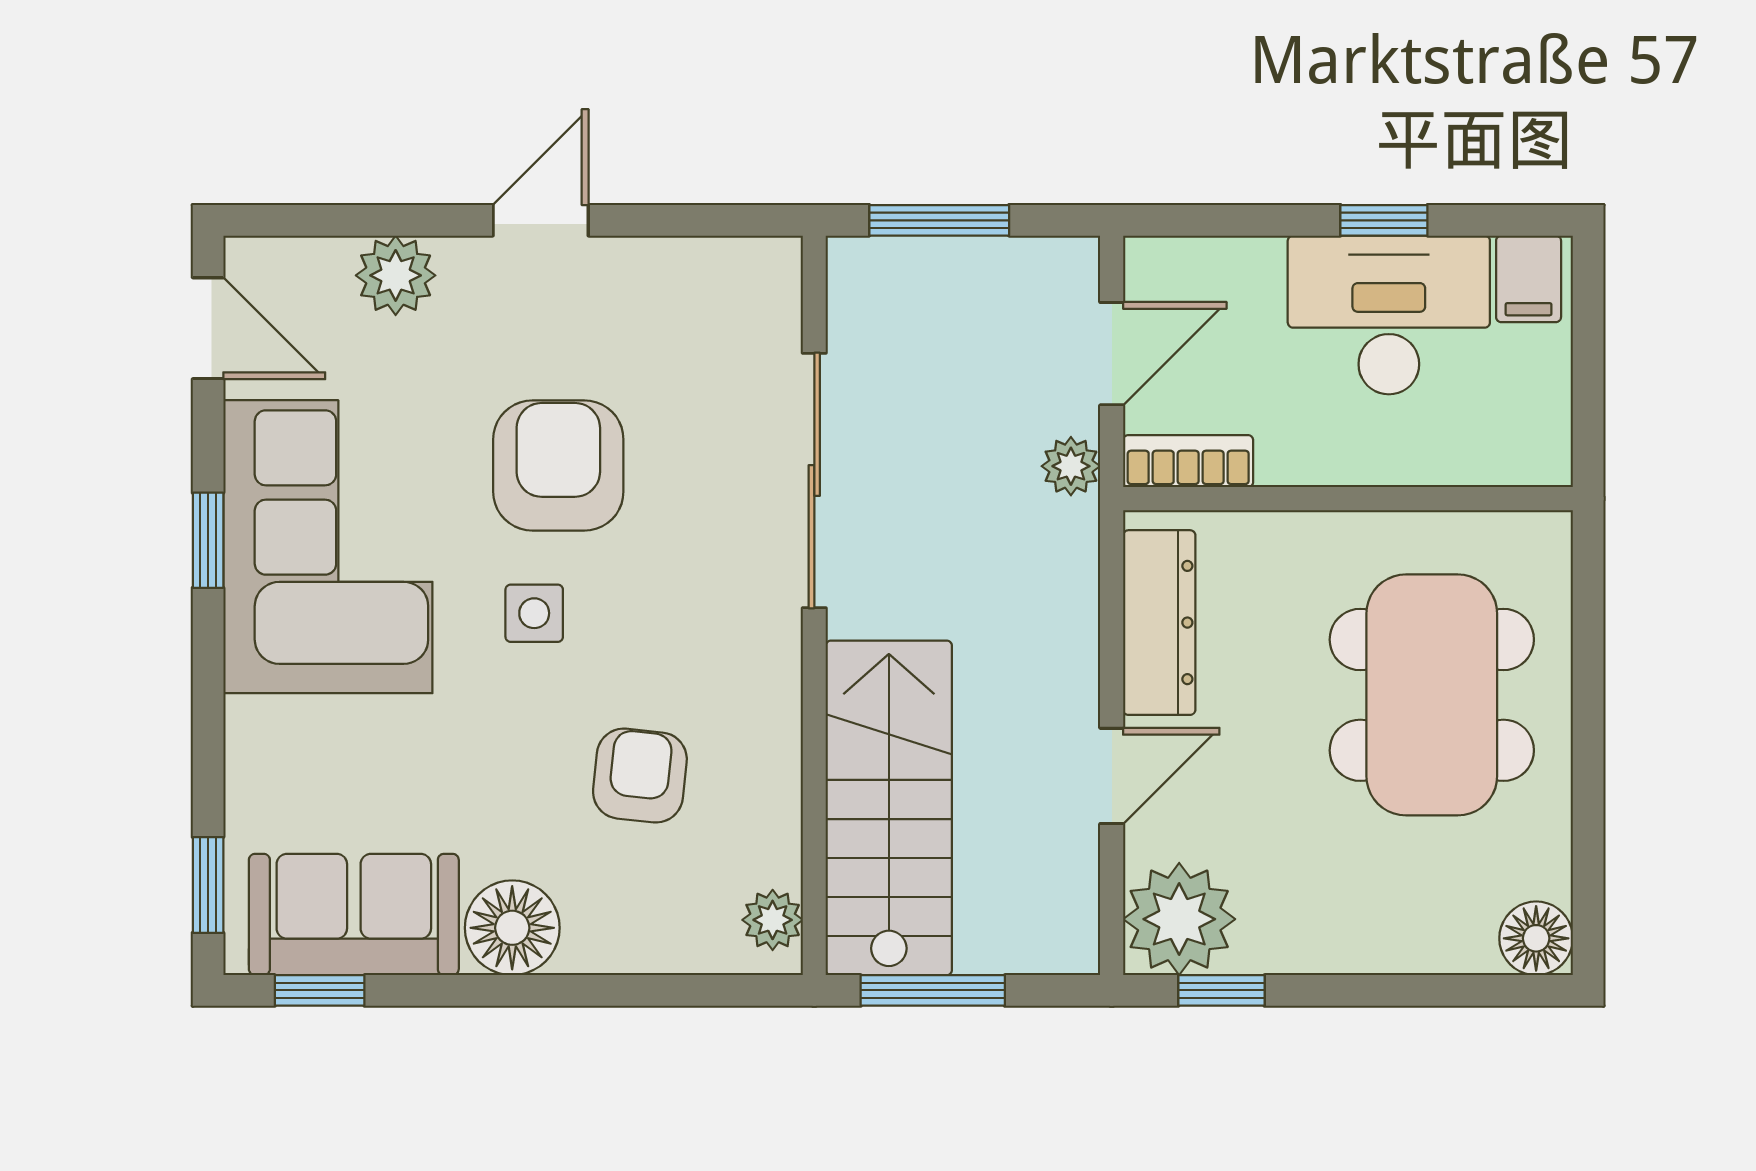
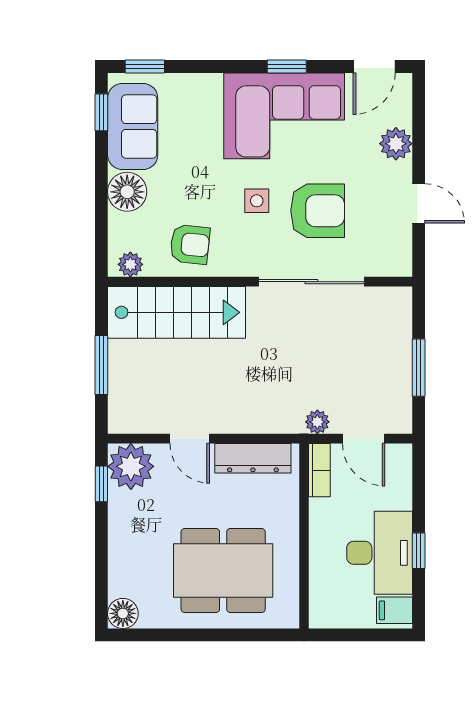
sliding door: (814, 481) -> (311, 282), moved
wall: (814, 605) -> (260, 282), moved
stairs: (889, 808) -> (177, 312), moved
plant: (773, 920) -> (130, 264), moved

